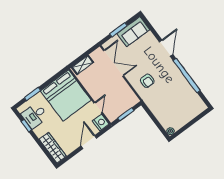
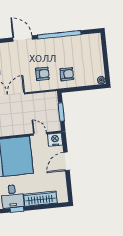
armchair: (159, 101) -> (67, 74), added
door: (89, 142) -> (66, 161), hinge flipped
wardrobe: (53, 148) -> (40, 199), moved

